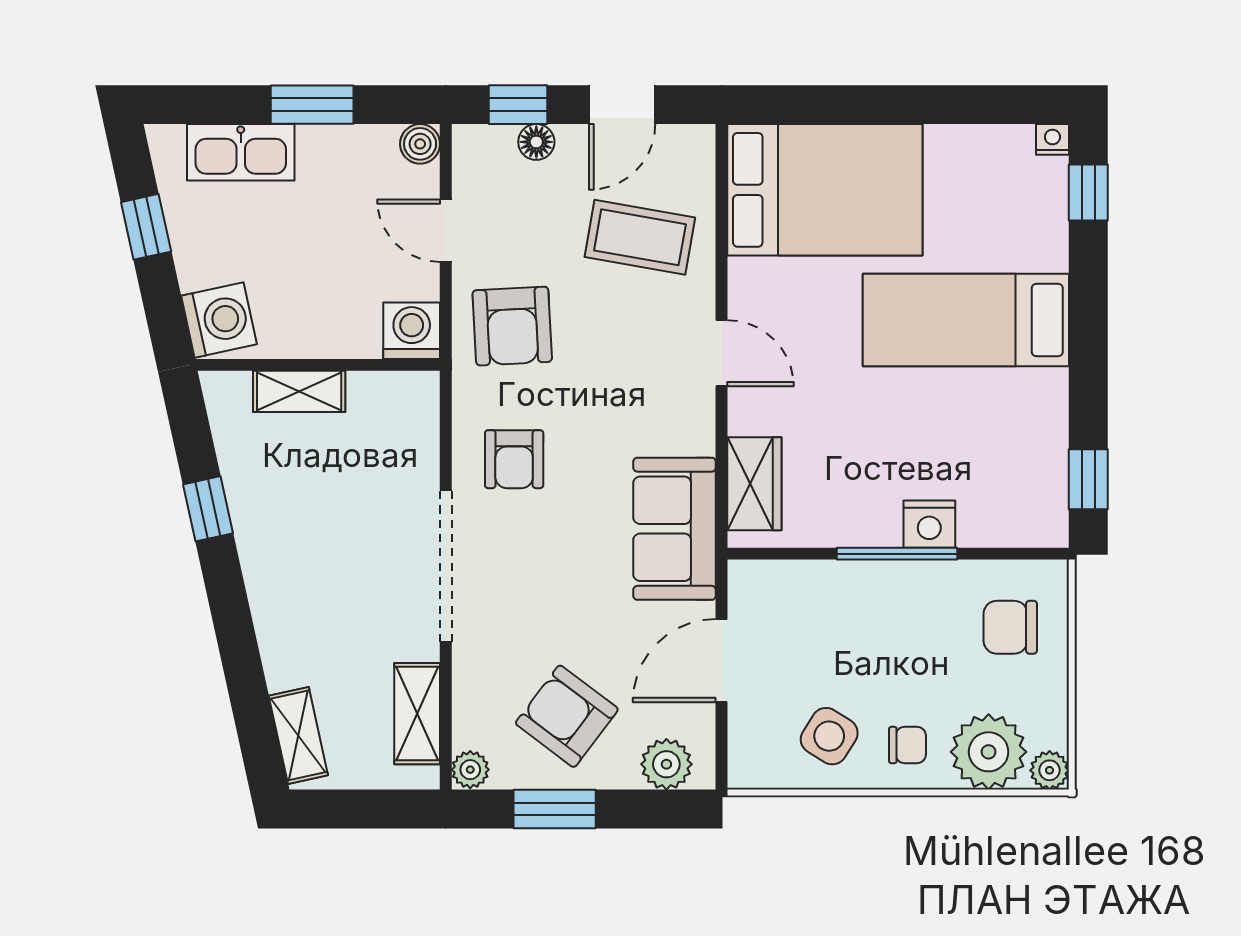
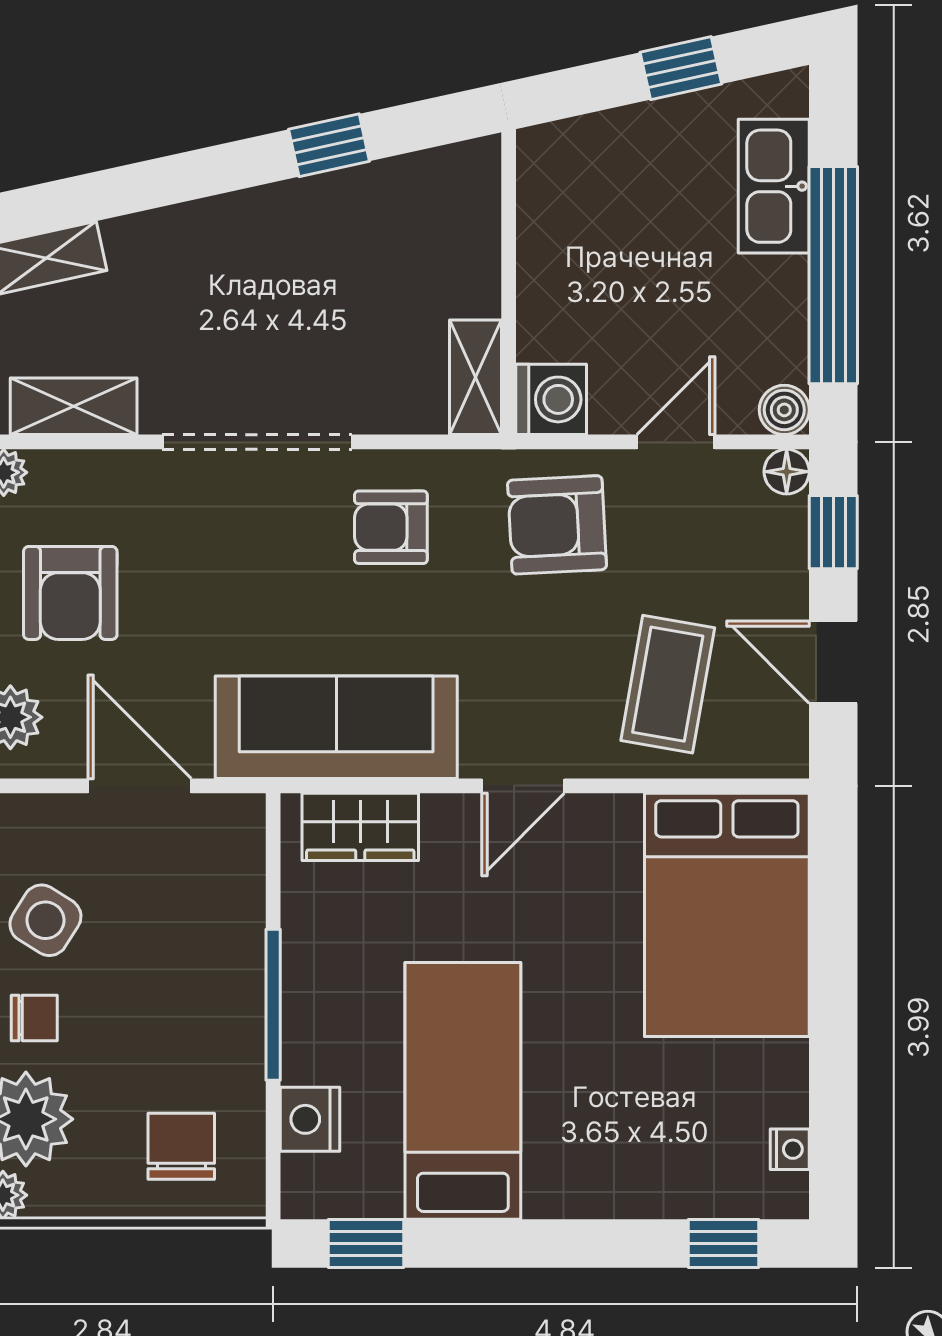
window: (312, 105) -> (833, 275), width x2.11
nightstand: (1052, 139) -> (790, 1149), moved
floor lamp: (536, 142) -> (787, 472), moved
washing machine: (219, 320) -> (565, 159), removed
bed: (966, 320) -> (463, 1091), moved
shelving: (299, 391) -> (475, 377), moved
nightstand: (929, 524) -> (310, 1119), moved
sofa: (675, 529) -> (336, 727), width x1.36
armchair: (567, 716) -> (70, 593), turned 143
chair: (907, 745) -> (34, 1018), turned -90

